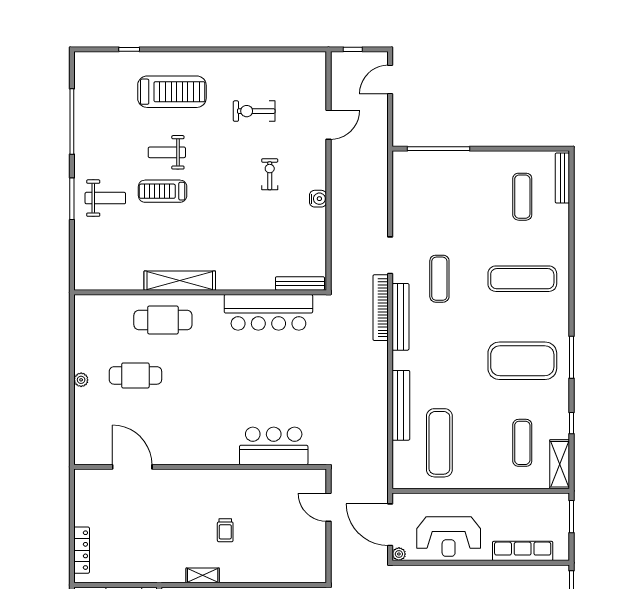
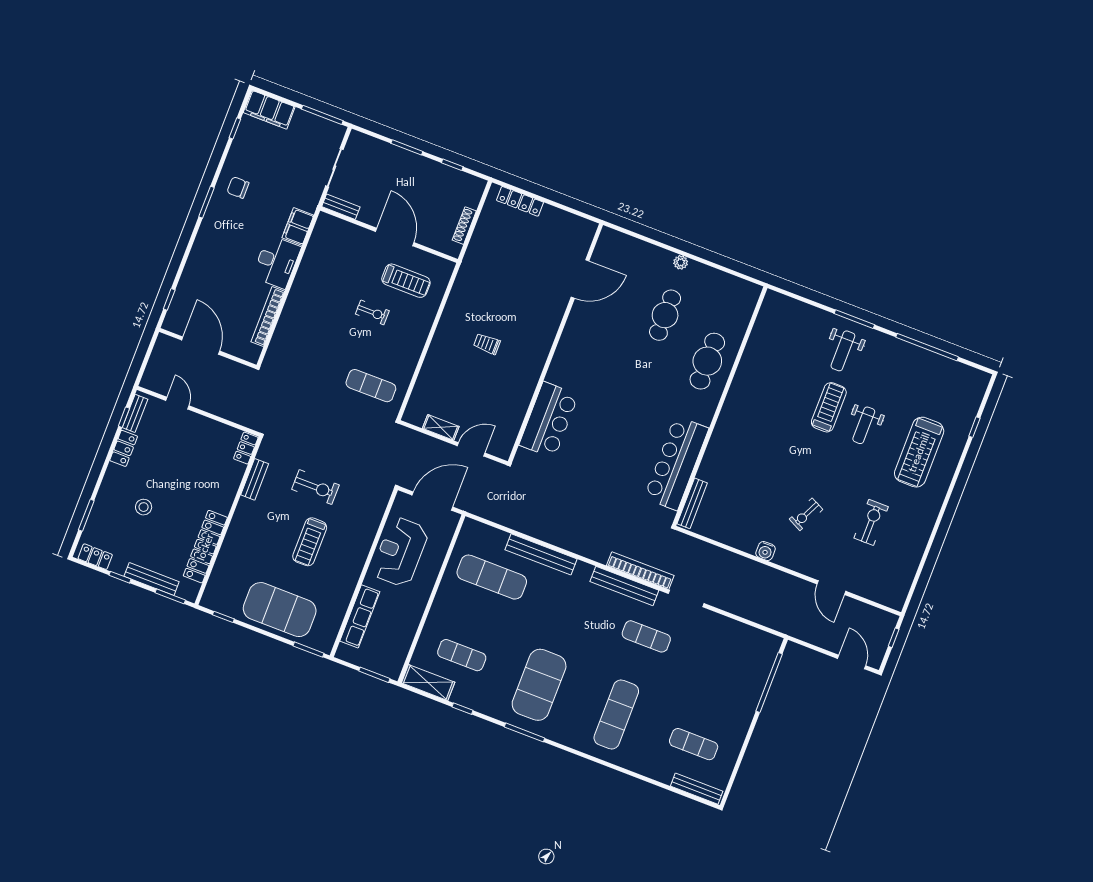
weight bench: (167, 152) -> (864, 425), turned 180
exercise bike: (270, 174) -> (806, 514), turned 116
shelving: (180, 281) -> (738, 391), removed
plant: (399, 554) -> (402, 499), removed
shelving: (203, 575) -> (441, 427), moved, turned 90

